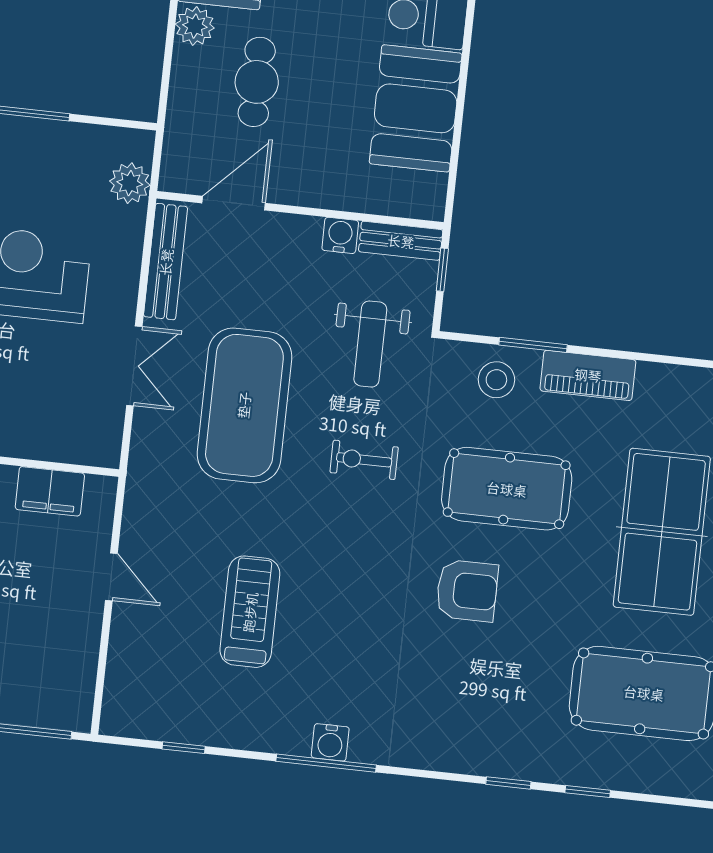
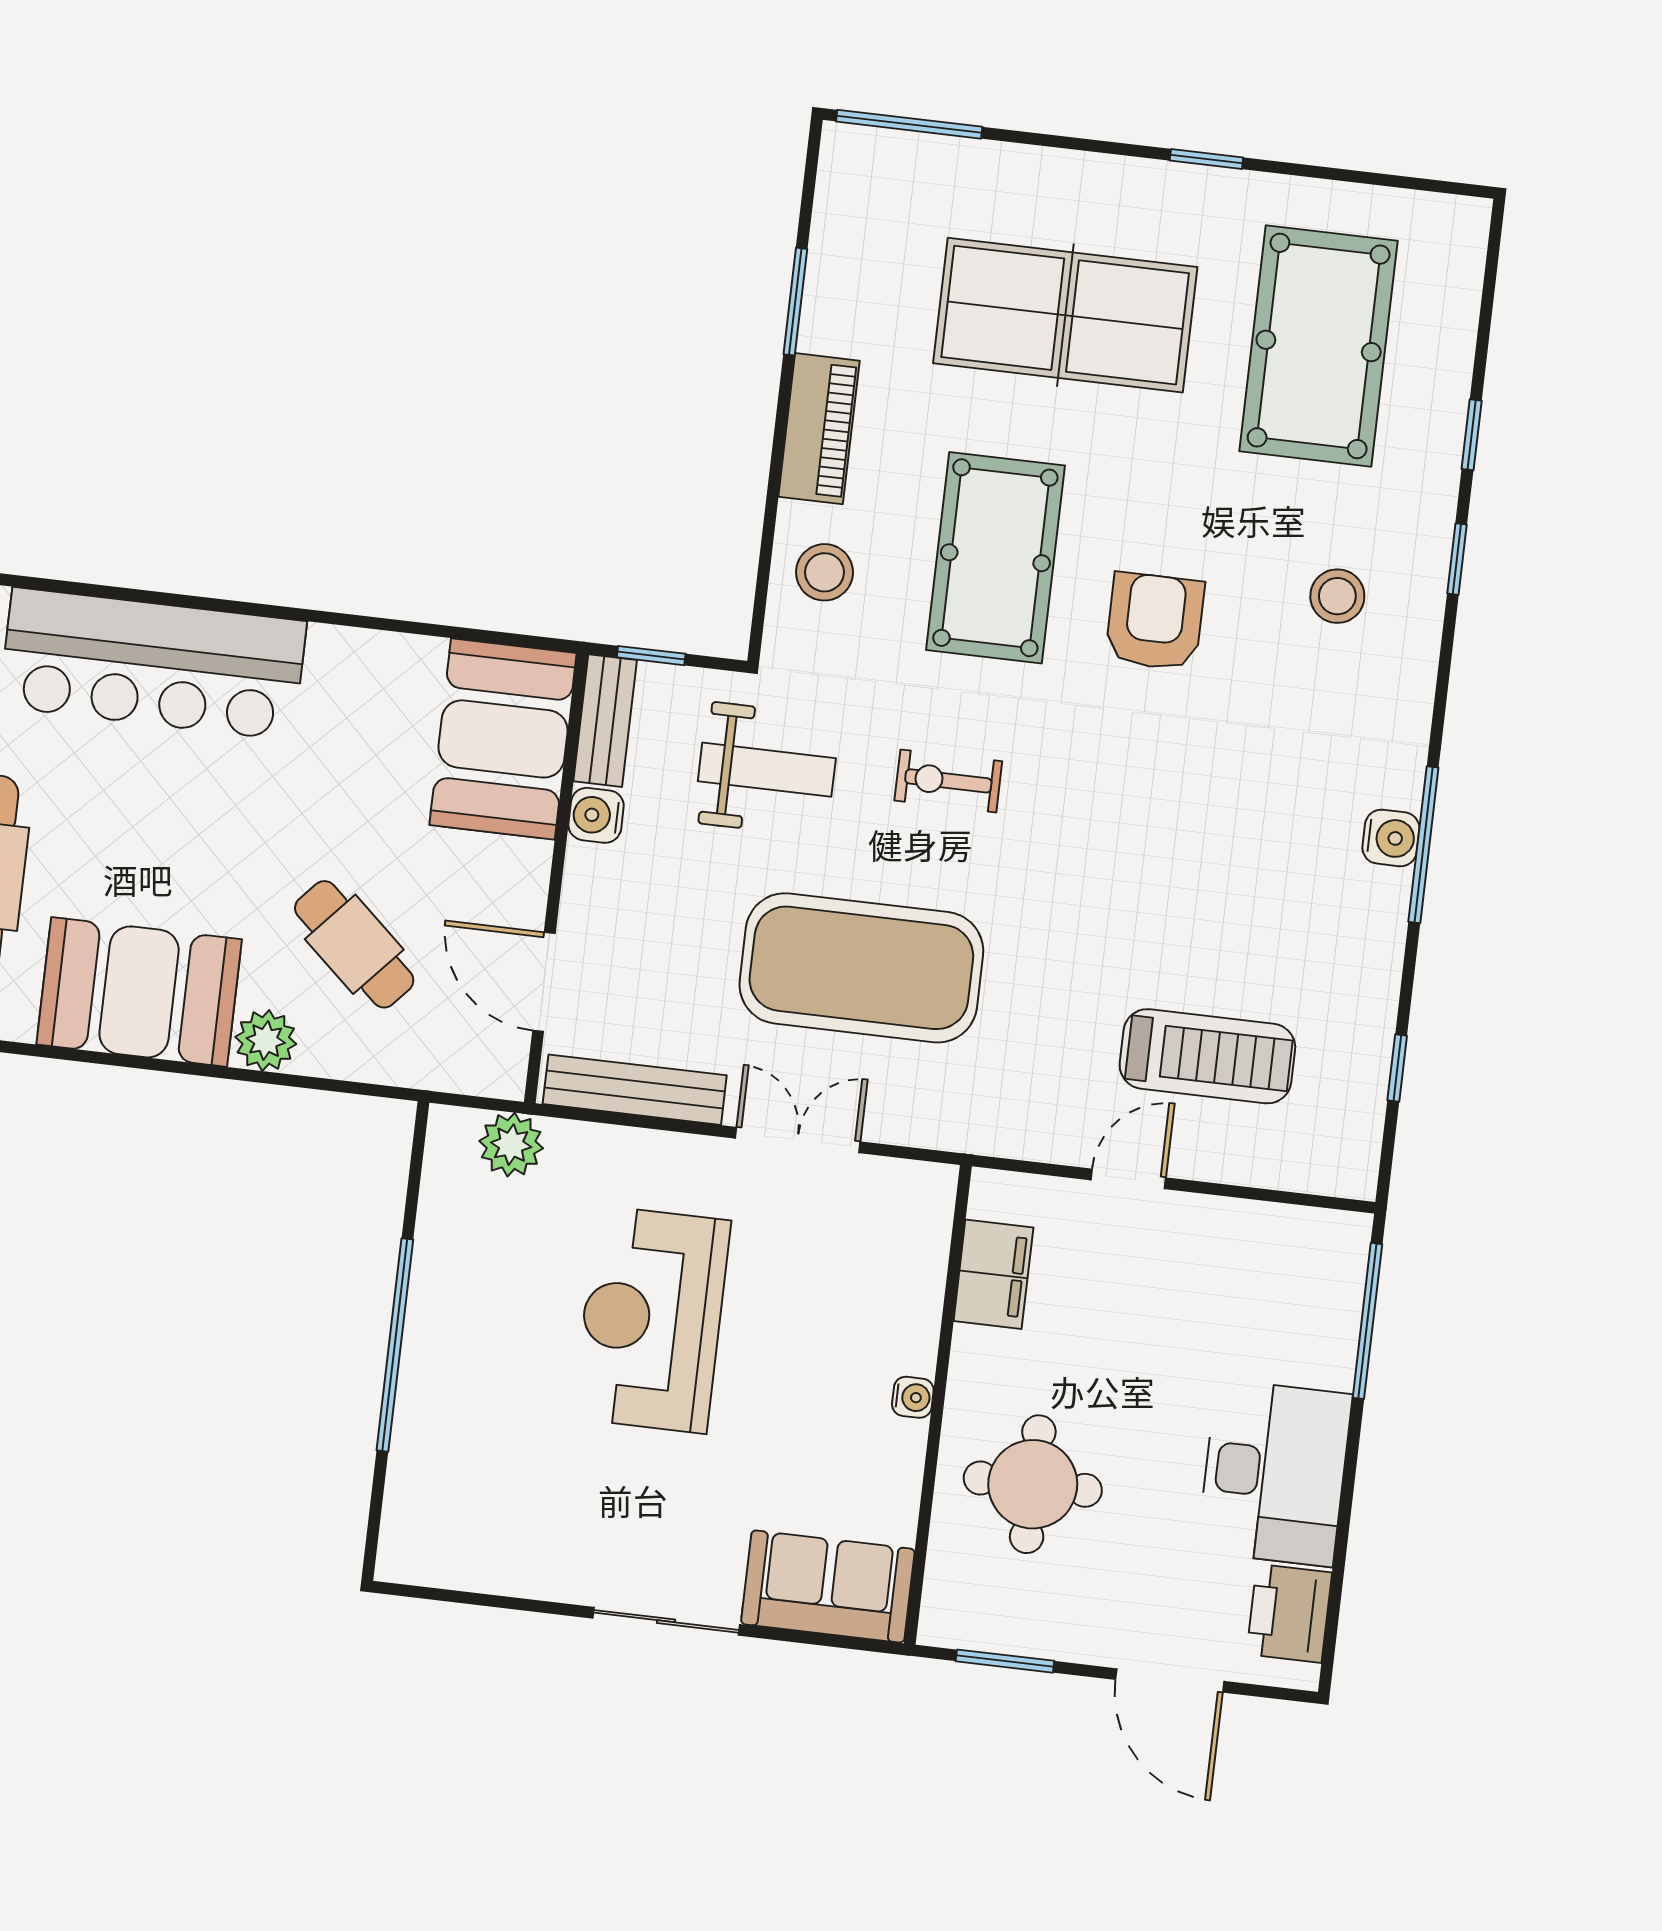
cafe table: (257, 82) -> (354, 944), turned 42
booth: (416, 108) -> (503, 739), moved, turned 90
window: (533, 345) -> (795, 302), moved
exercise bike: (364, 460) -> (948, 781), turned 90
treadmill: (250, 612) -> (1207, 1056), moved, turned 180
stool: (484, 707) -> (1337, 596), added

